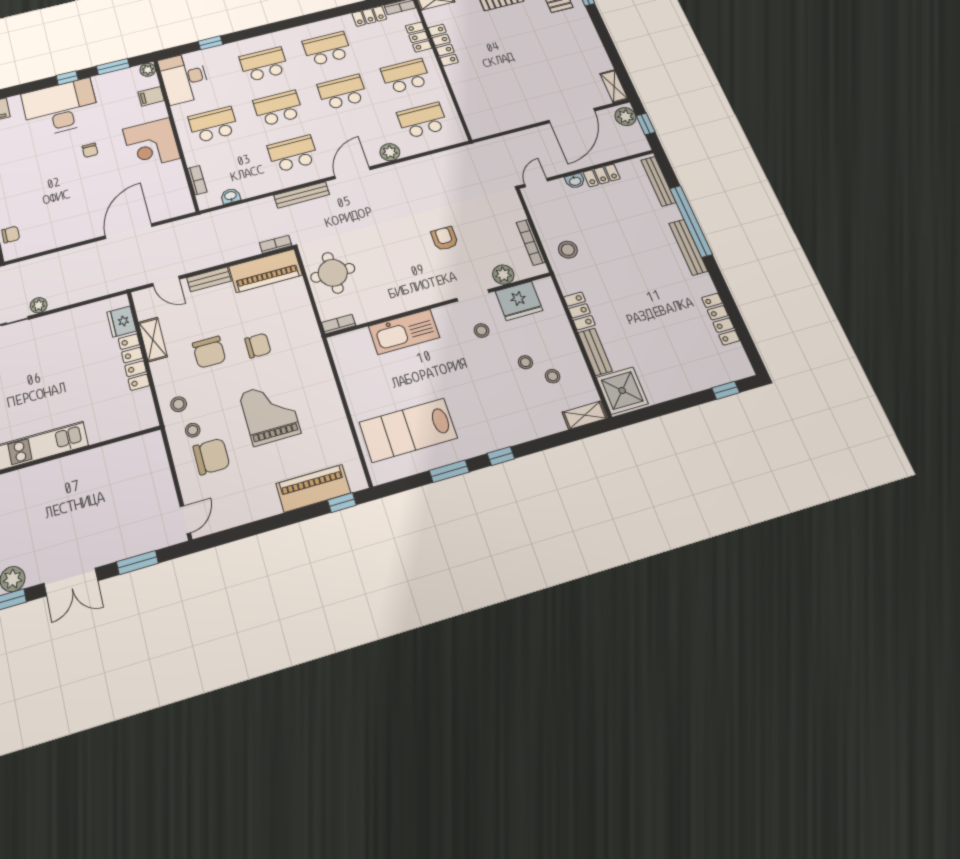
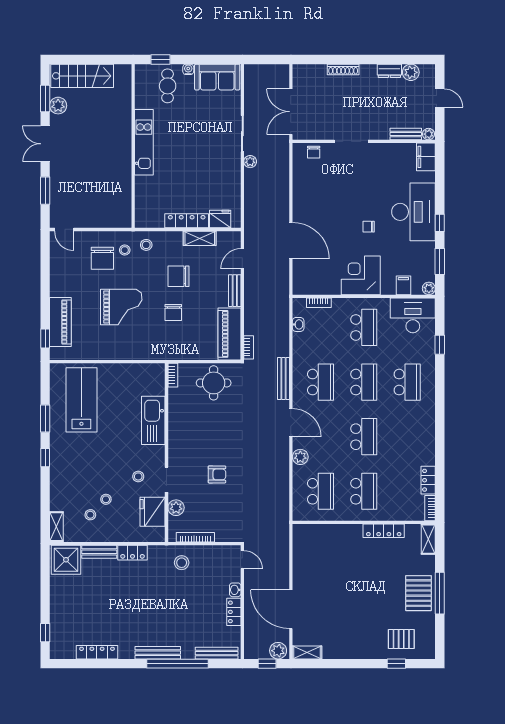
locker: (419, 37) -> (397, 514), removed
school desk: (327, 49) -> (407, 437), removed

